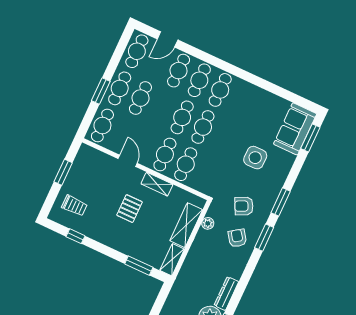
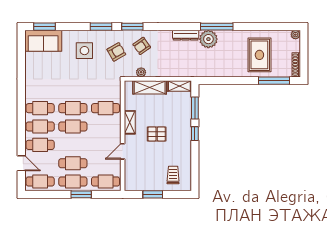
cafe table: (165, 154) -> (106, 127), removed
side table: (255, 158) -> (84, 51), moved
armchair: (244, 206) -> (116, 52), turned -94
window: (76, 236) -> (195, 134), moved

